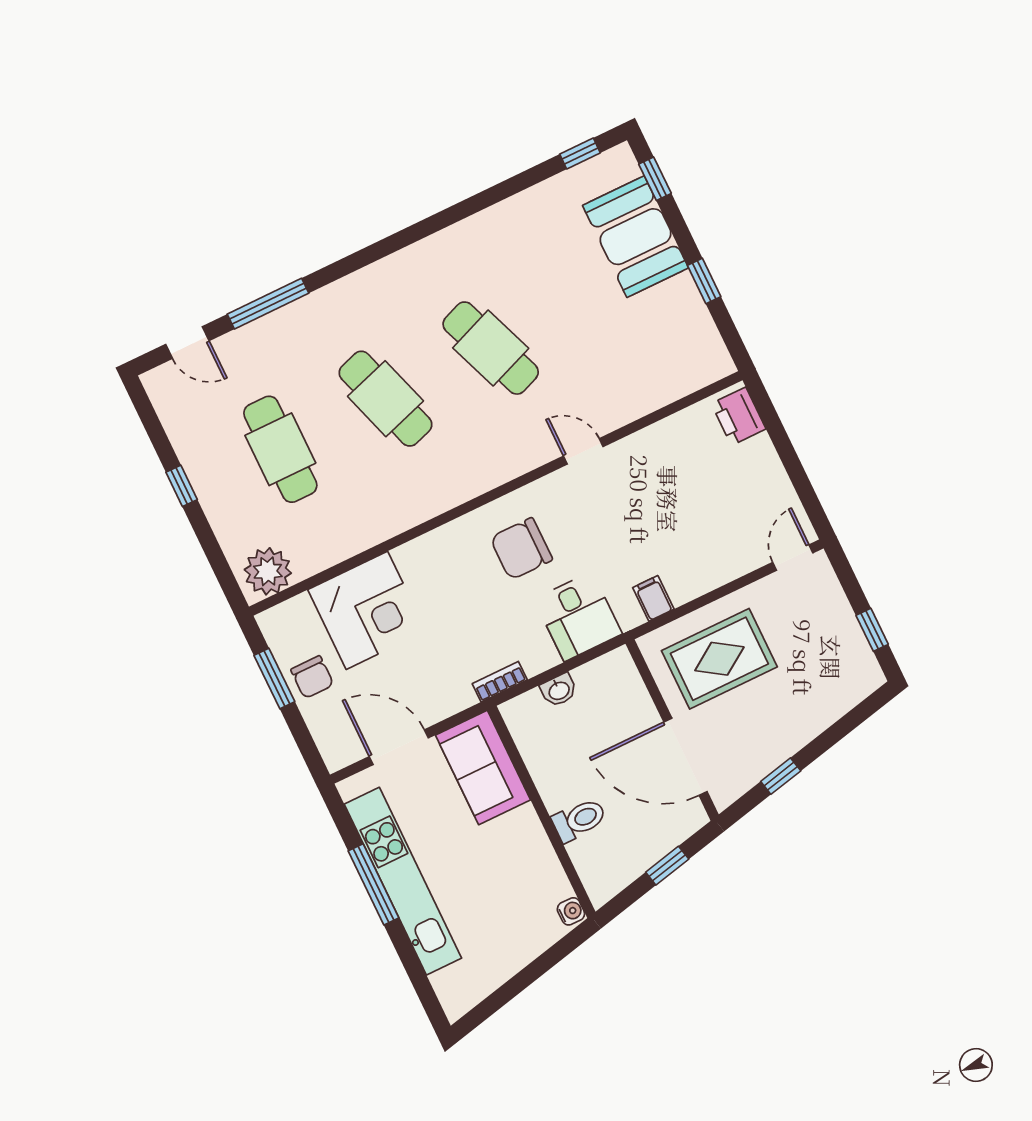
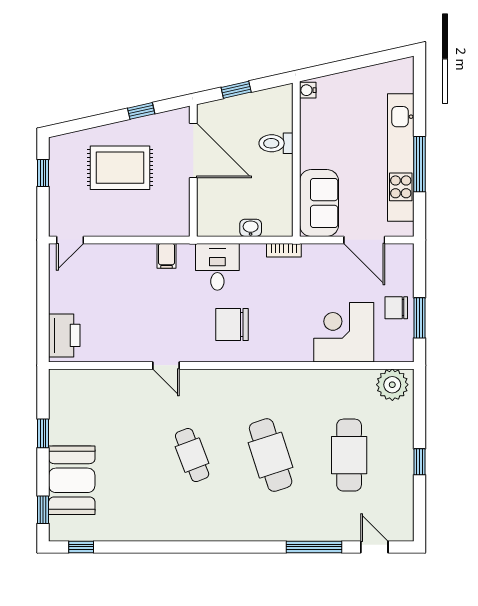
cafe table: (491, 348) -> (192, 455), width x0.73, depth x0.74
printer: (739, 416) -> (64, 335), width x1.37, depth x1.19
chair: (521, 549) -> (232, 324), turned 180
rug: (719, 659) -> (120, 168), moved
chair: (312, 677) -> (396, 308), turned -90

